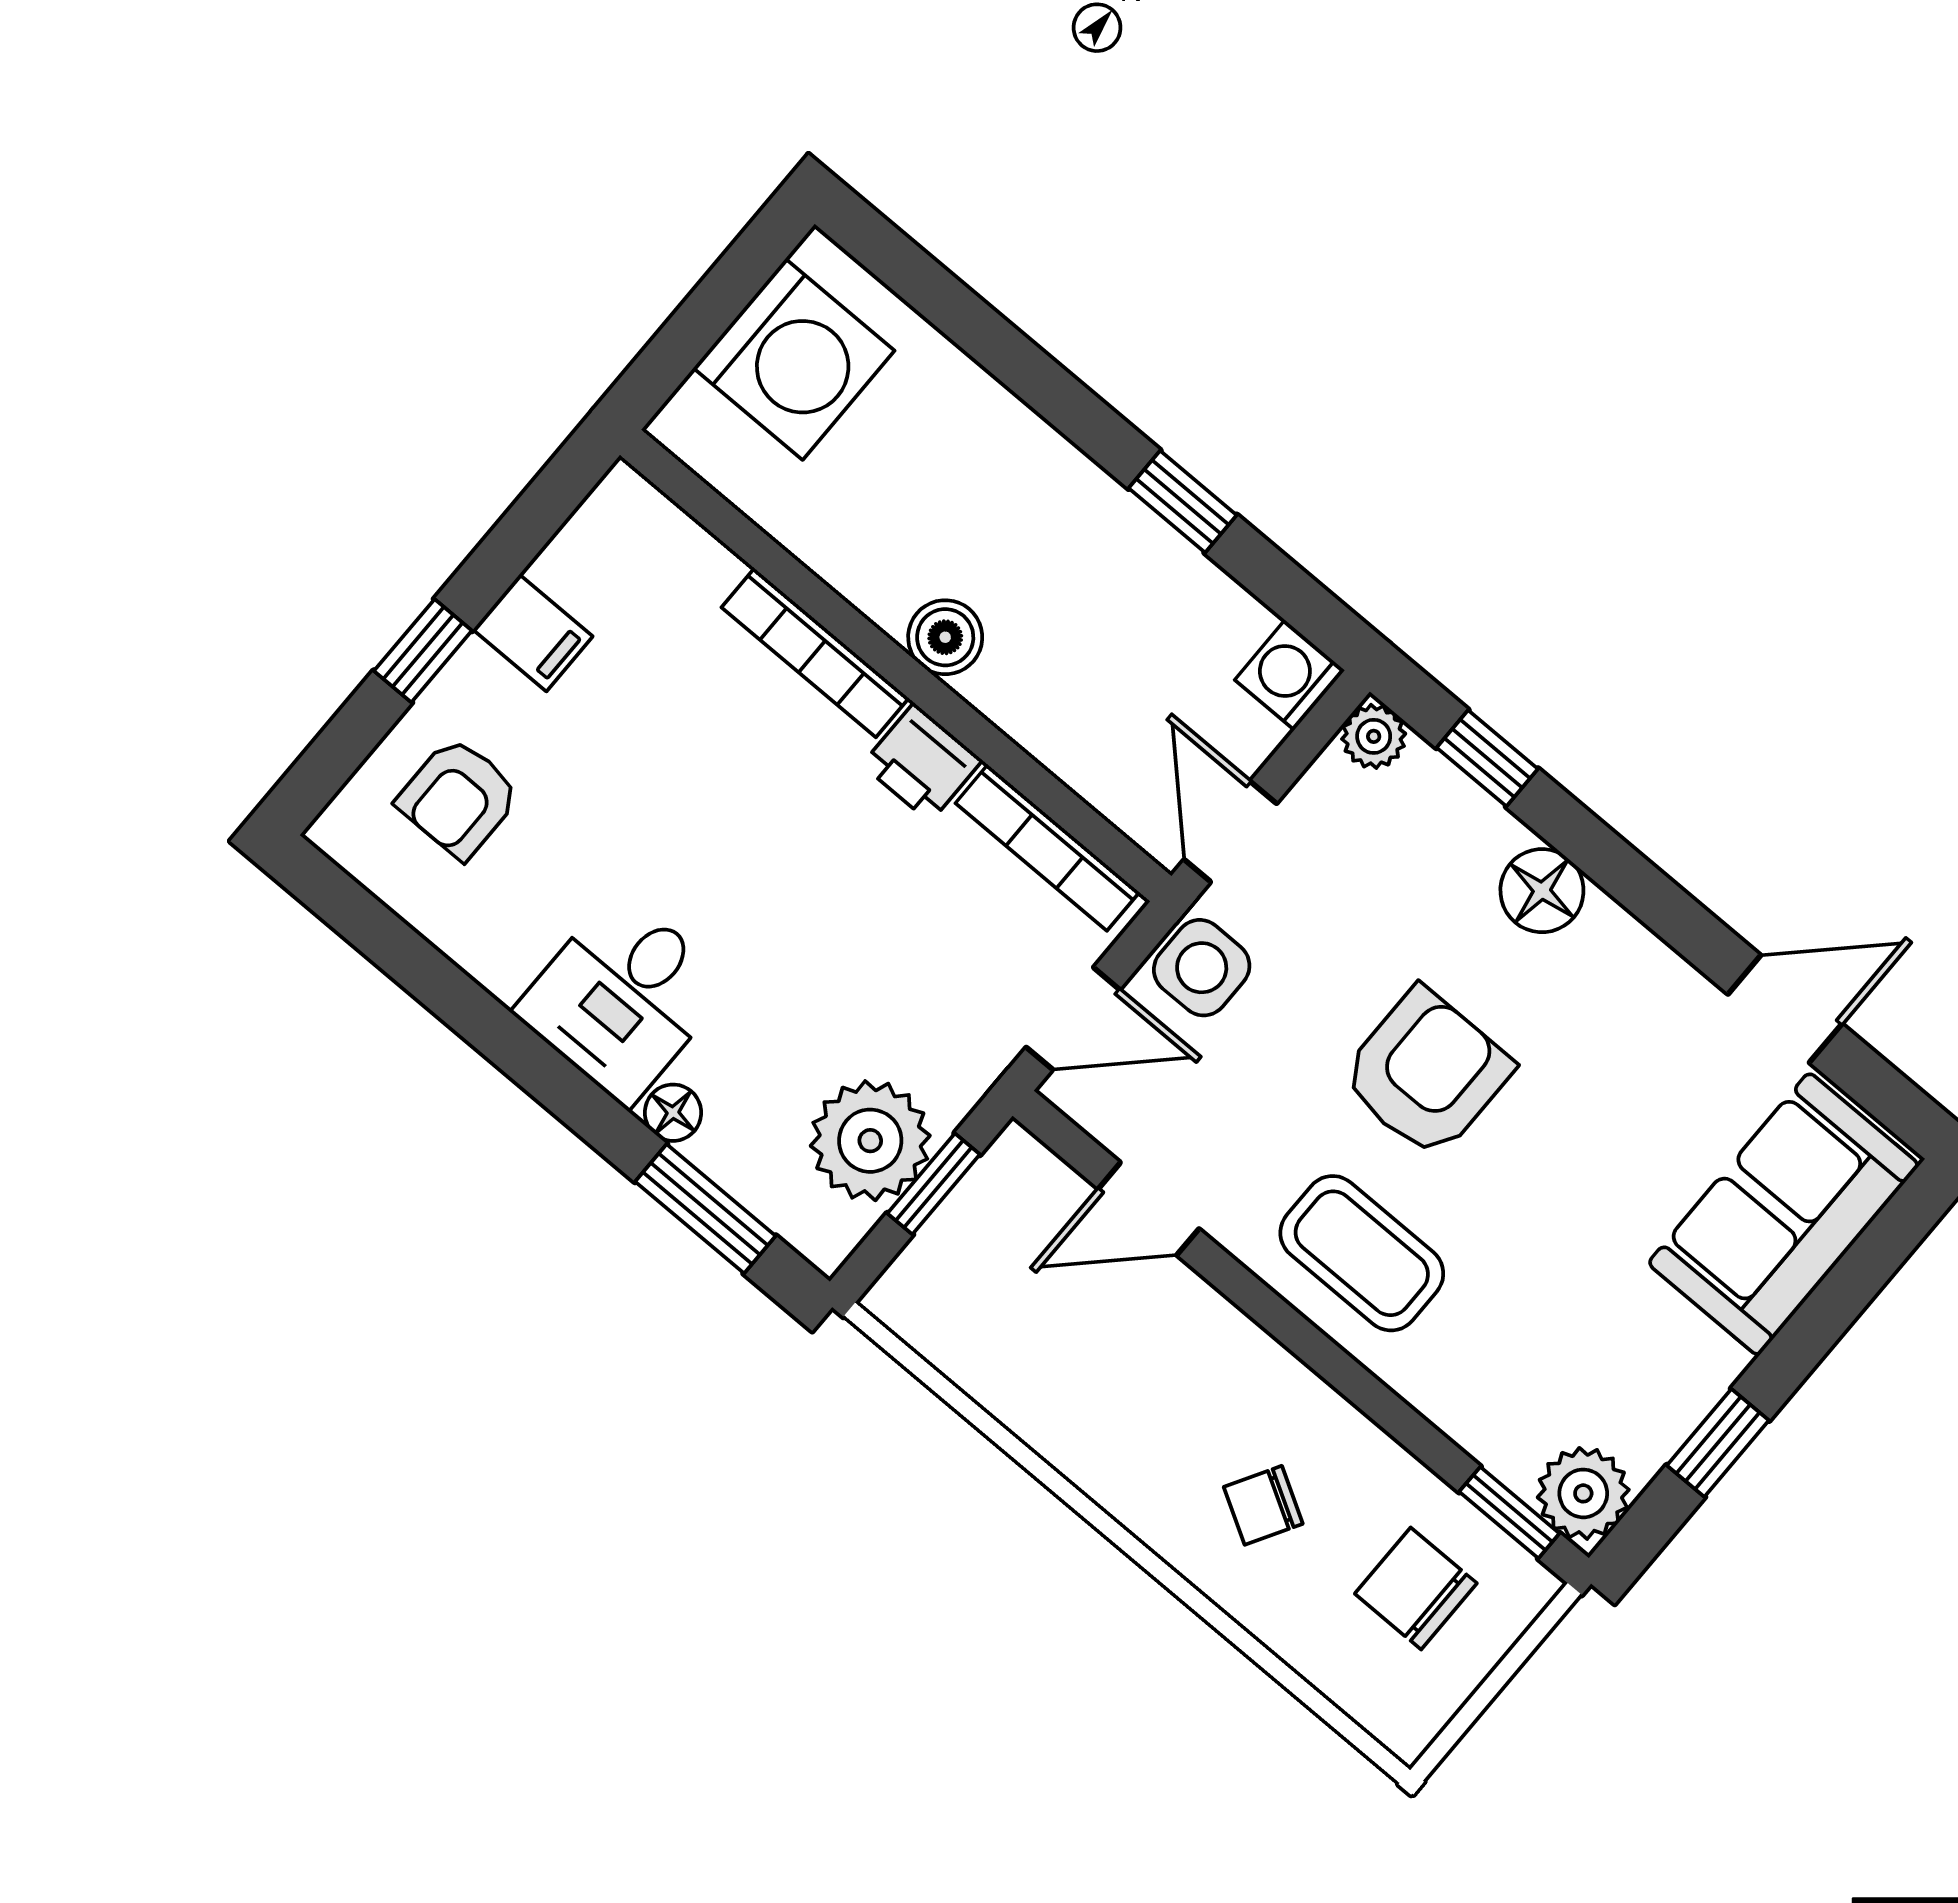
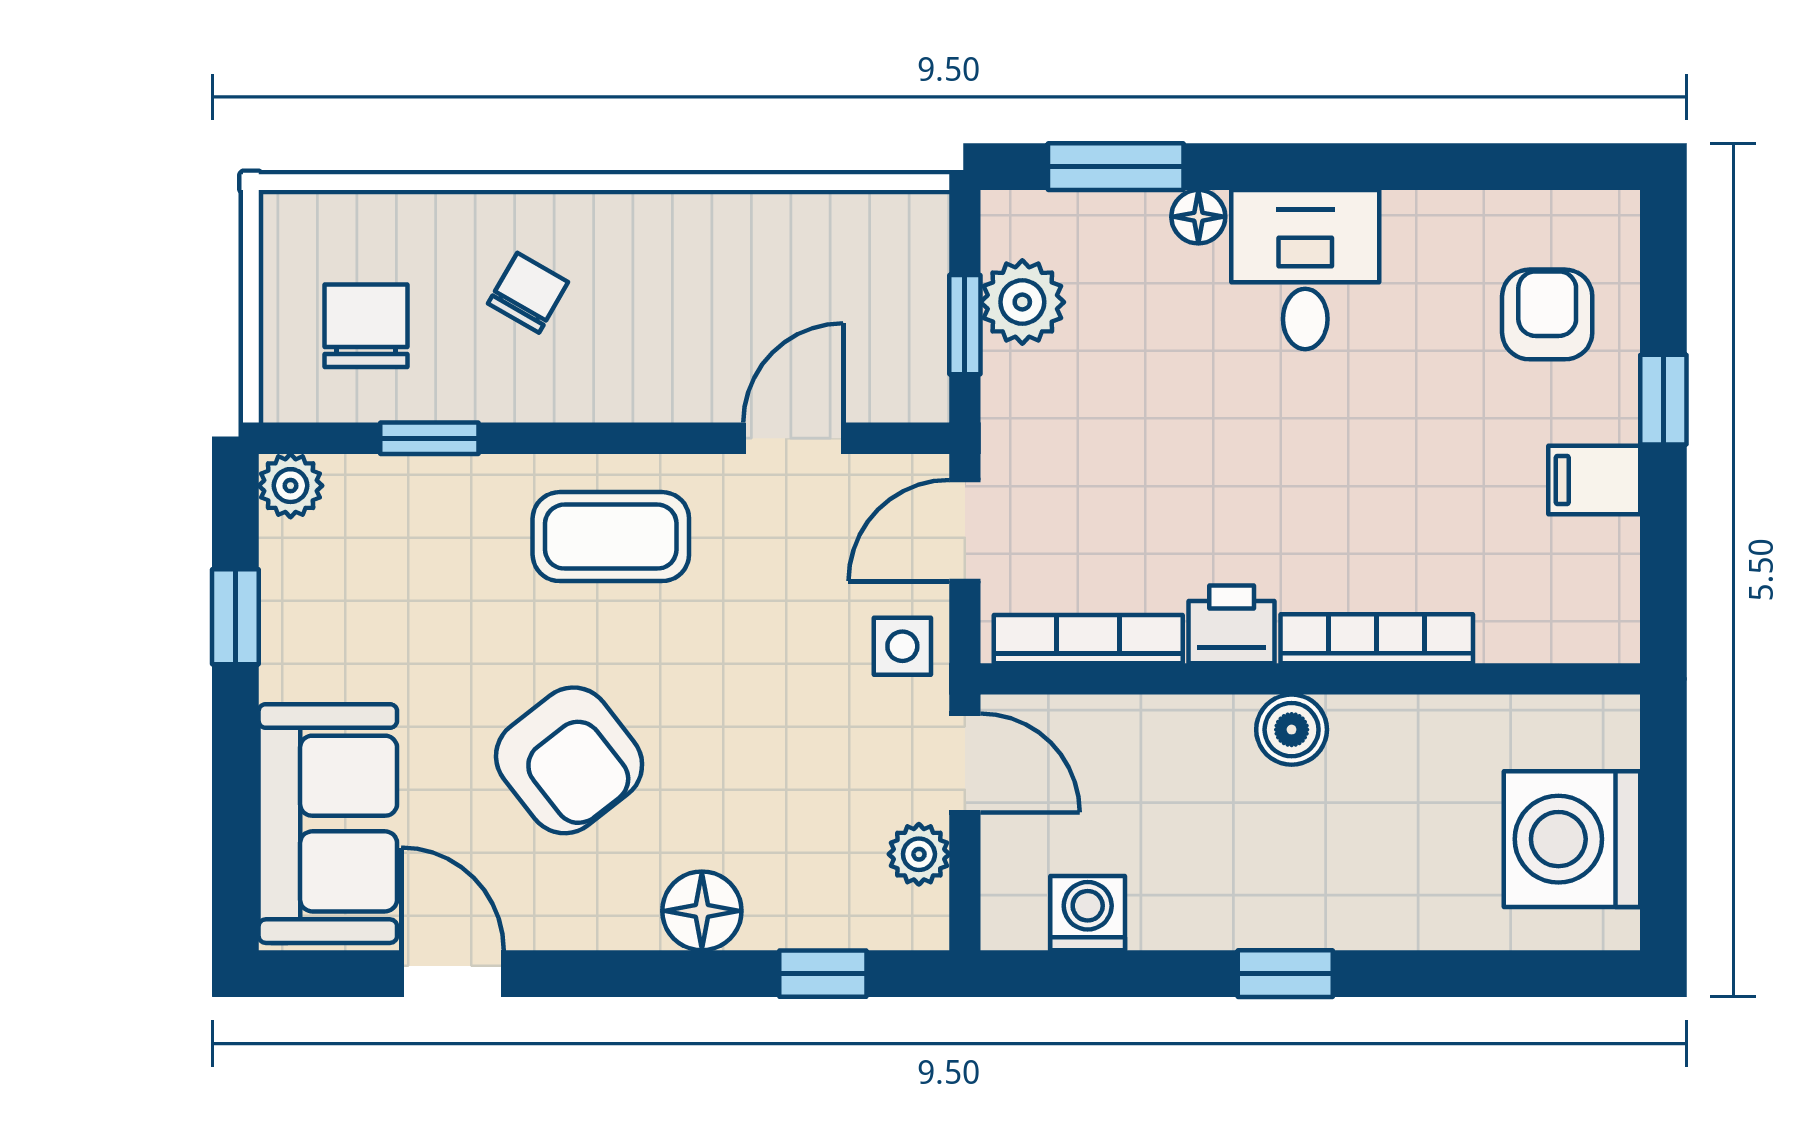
window: (1183, 502) -> (1285, 974), moved
washing machine: (1290, 675) -> (1088, 913), moved, turned -90
plant: (1374, 736) -> (919, 854), moved
side table: (1202, 968) -> (902, 646), width x0.73, depth x0.73
door: (1785, 1009) -> (453, 974), swing flipped
armchair: (1426, 1073) -> (569, 760), moved, turned -38
plant: (870, 1141) -> (1022, 302), width x0.73, depth x0.73
plant: (1583, 1493) -> (291, 486), width x0.73, depth x0.73
window: (1509, 1513) -> (429, 438), moved
chair: (1416, 1588) -> (366, 326), turned -90

